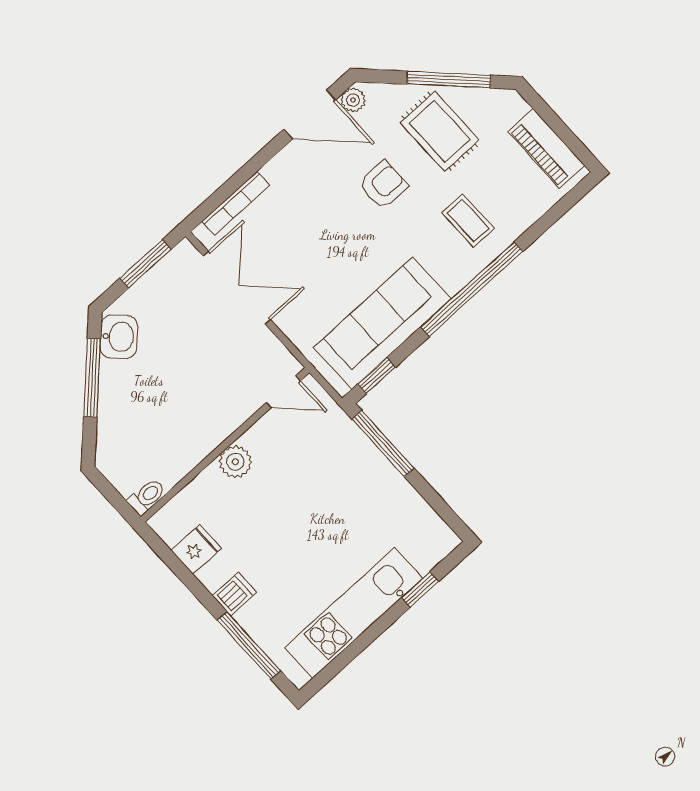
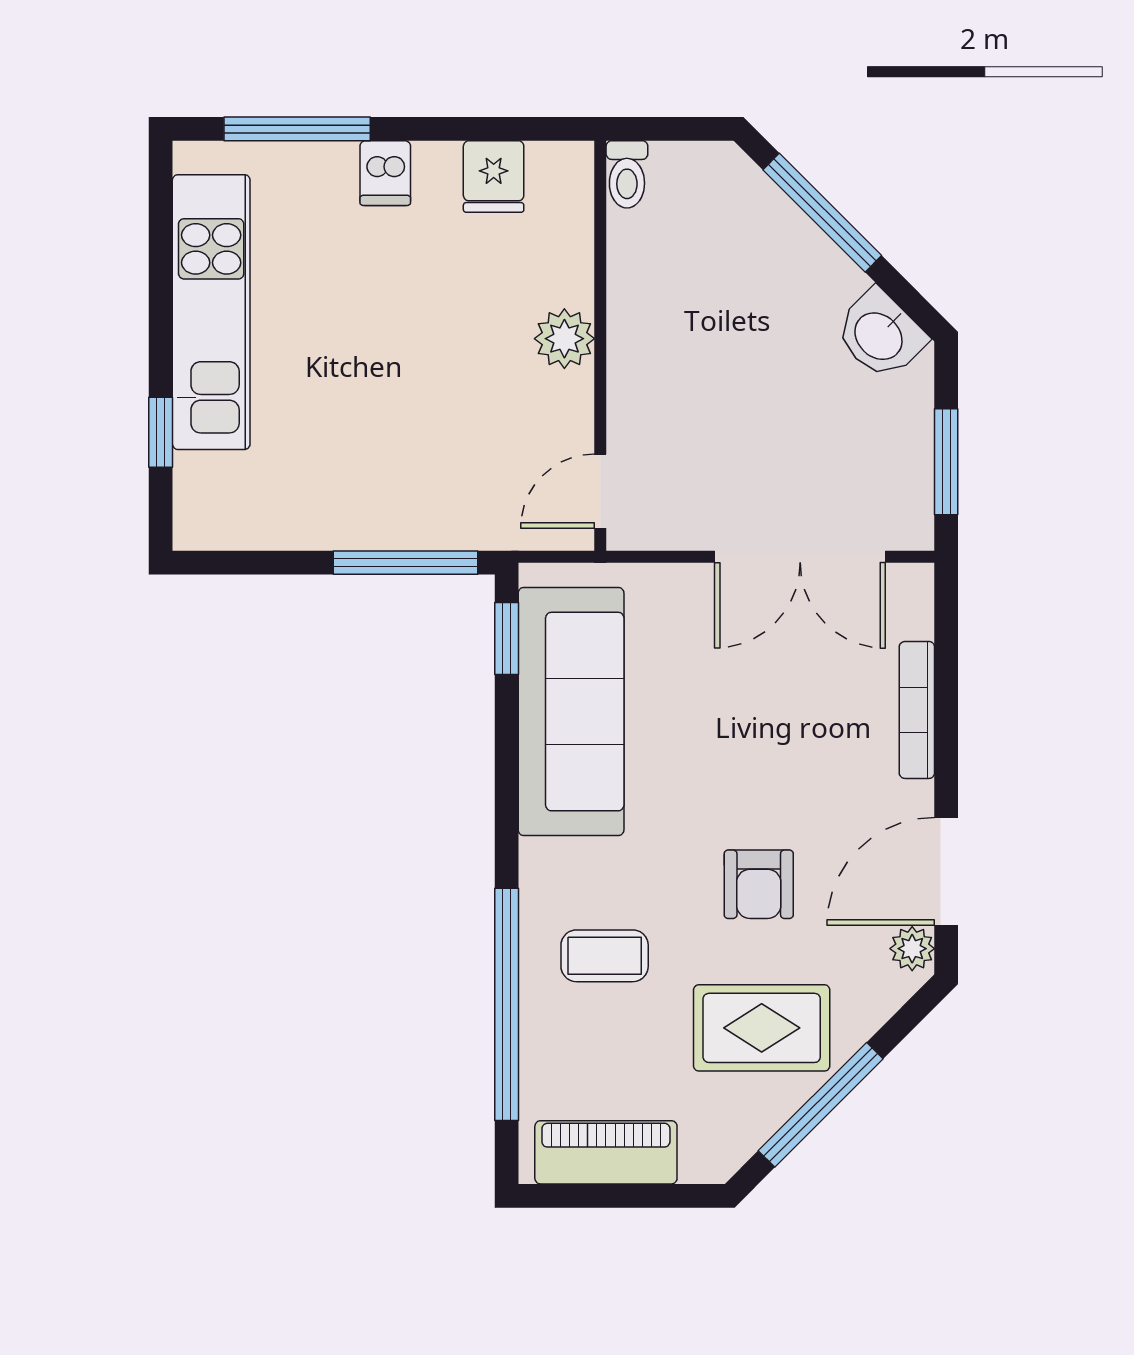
bookcase: (236, 203) -> (917, 710), moved
window: (472, 289) -> (507, 1004), moved
window: (92, 378) -> (822, 213), moved

